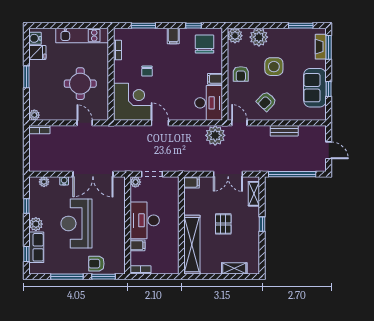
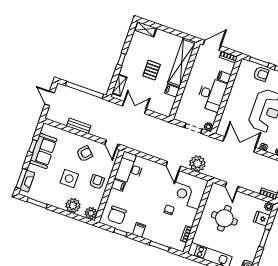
fridge: (37, 53) -> (262, 219), moved
plant: (215, 135) -> (197, 164), moved
filing cabinet: (192, 182) -> (172, 91), moved
shelving: (234, 268) -> (145, 29), moved
door: (164, 277) -> (212, 45), added

